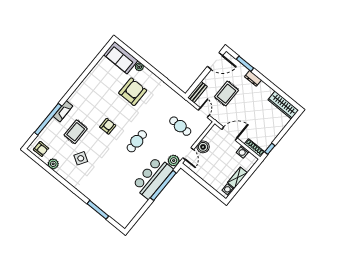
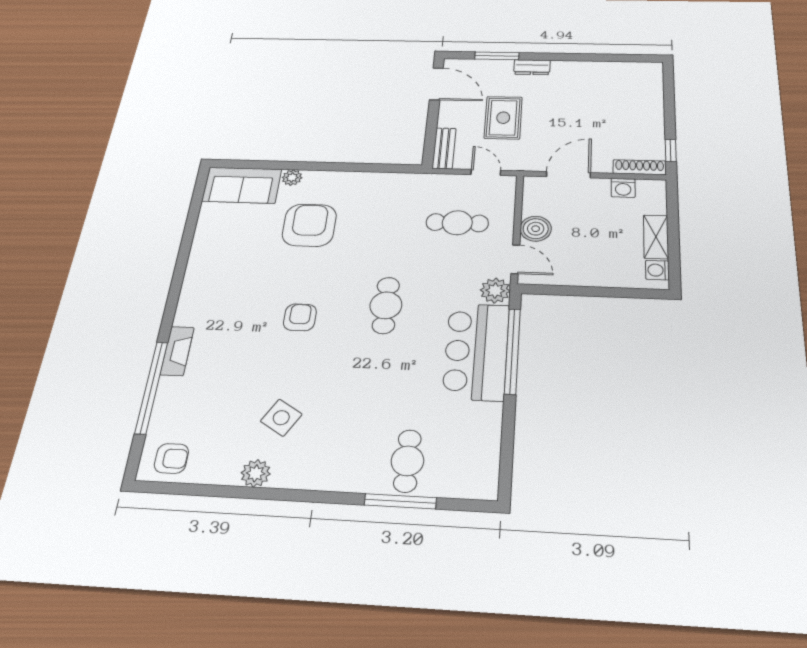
door: (215, 61) -> (436, 84), hinge flipped
wardrobe: (283, 105) -> (627, 72), removed
rug: (76, 132) -> (233, 372), removed
plant: (53, 164) -> (256, 473), moved
cafe table: (108, 199) -> (407, 461), added

